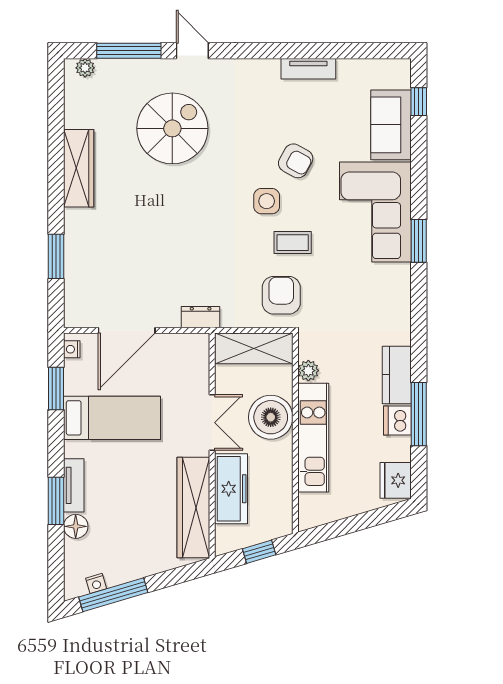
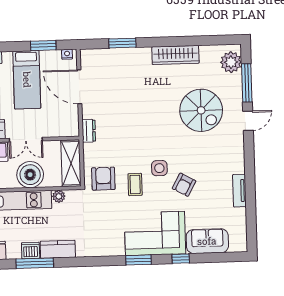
plant: (85, 68) -> (231, 62), width x1.87, depth x1.87
window: (419, 102) -> (181, 259), moved
armchair: (281, 295) -> (103, 179), turned -90

